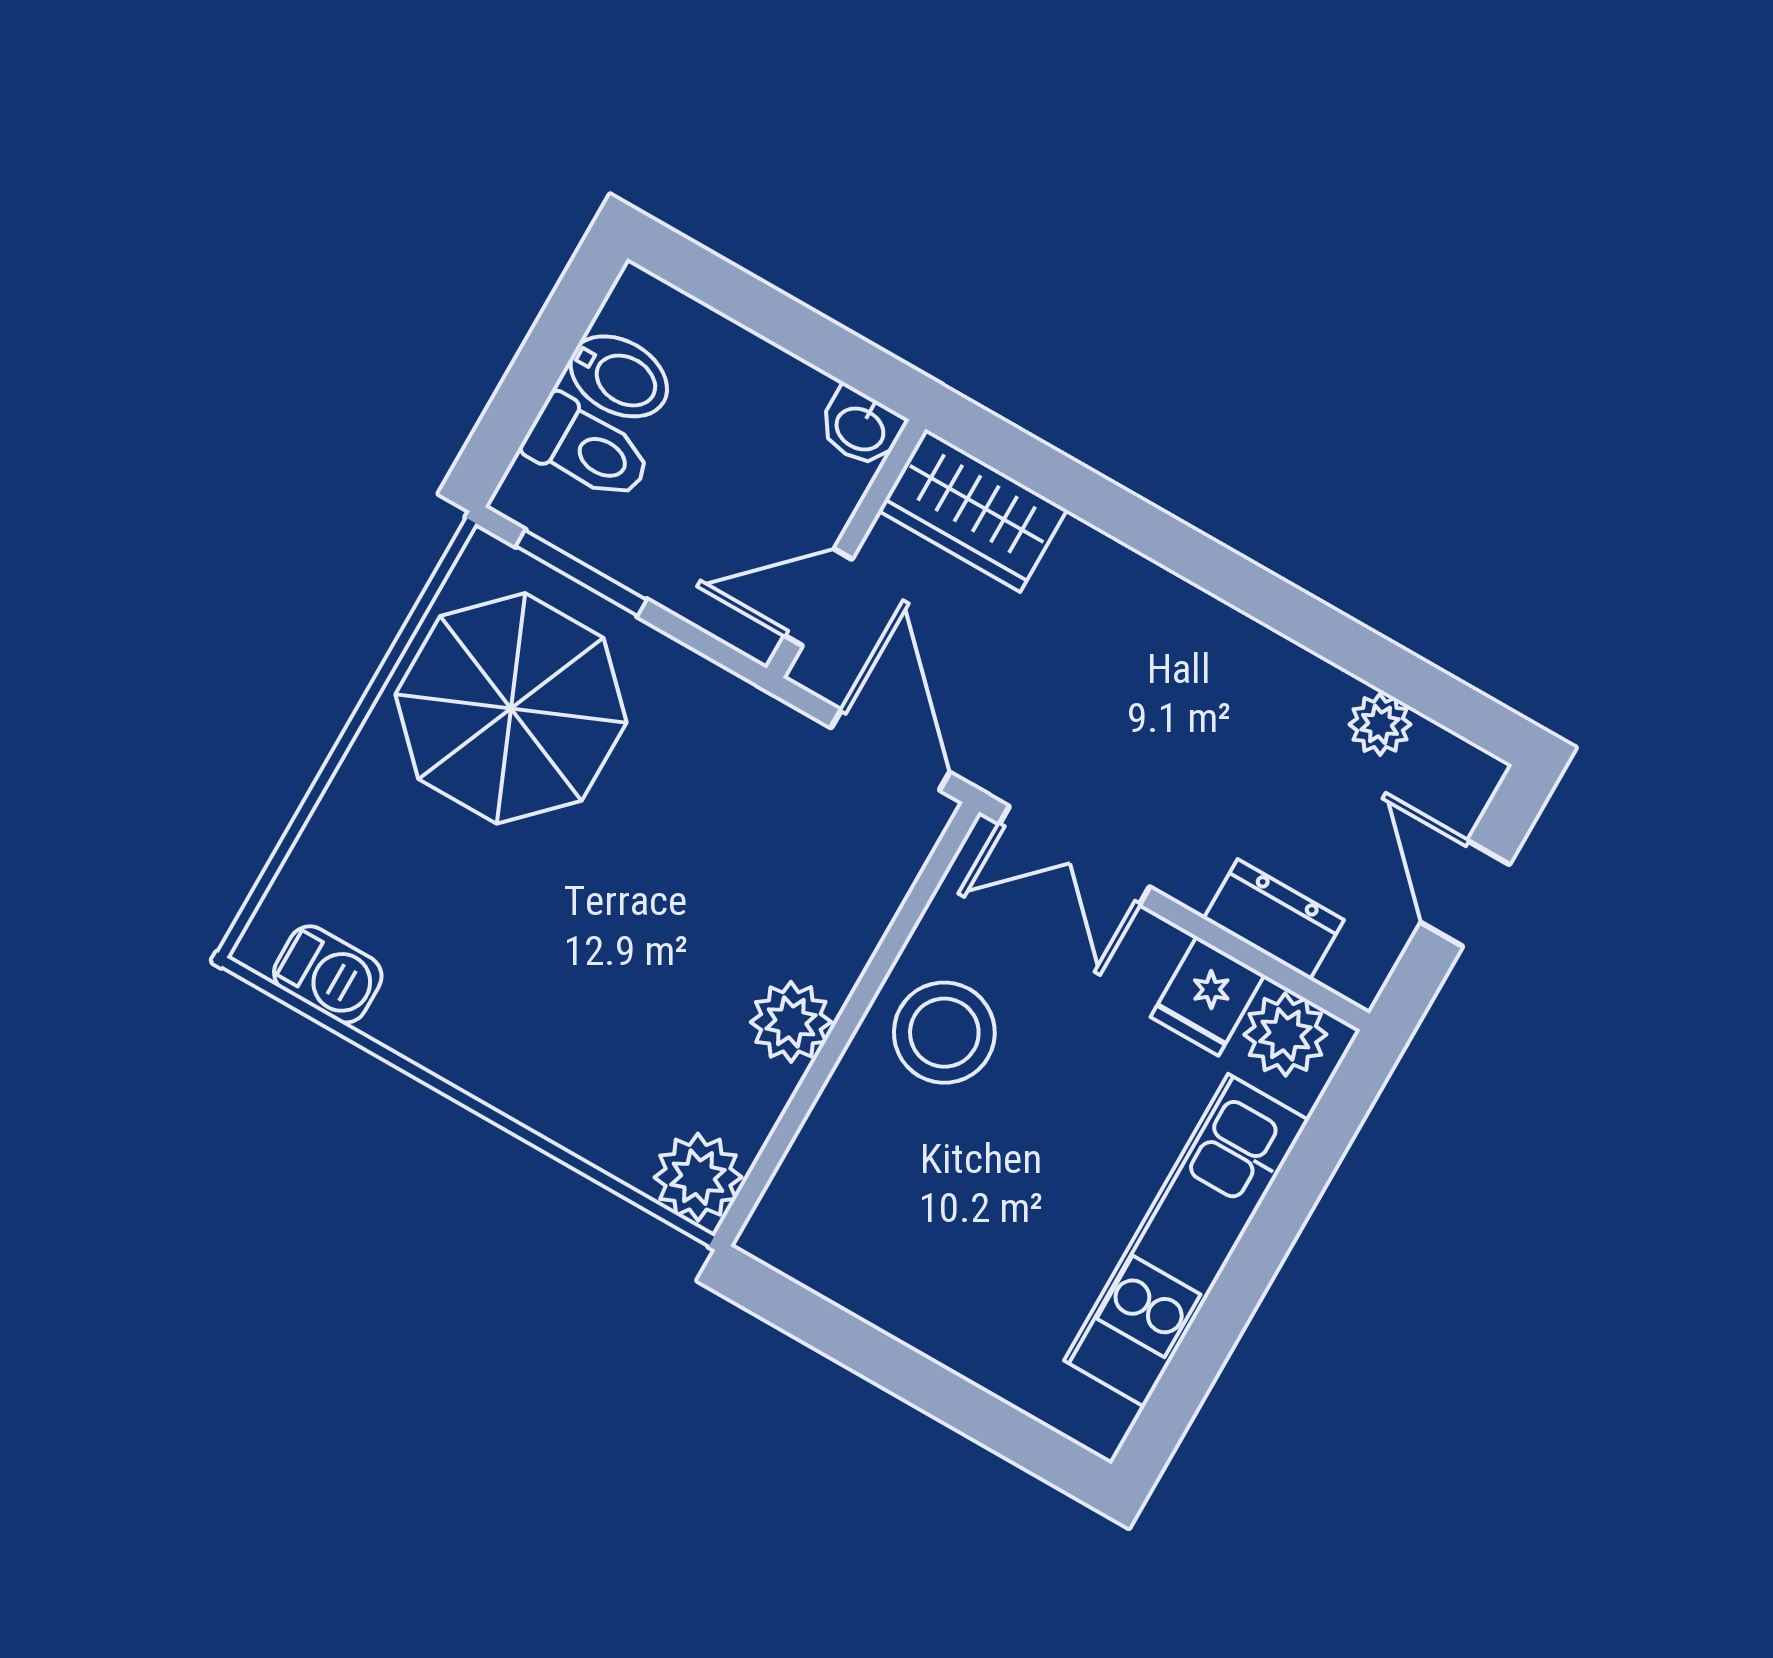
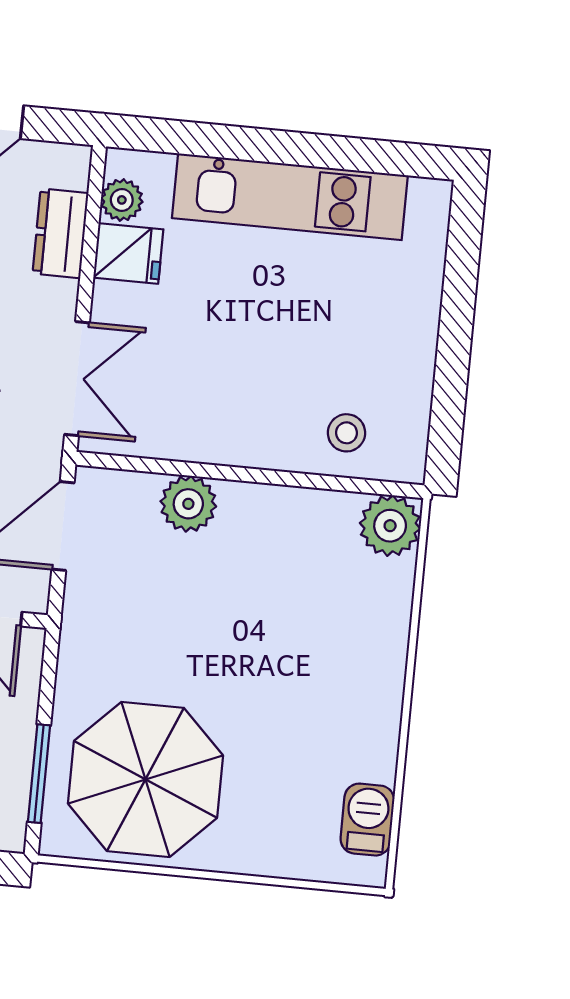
plant: (791, 1022) -> (188, 504), moved
stool: (944, 1033) -> (347, 433), moved, width x0.53, depth x0.53
plant: (1285, 1034) -> (122, 200), width x0.73, depth x0.73

